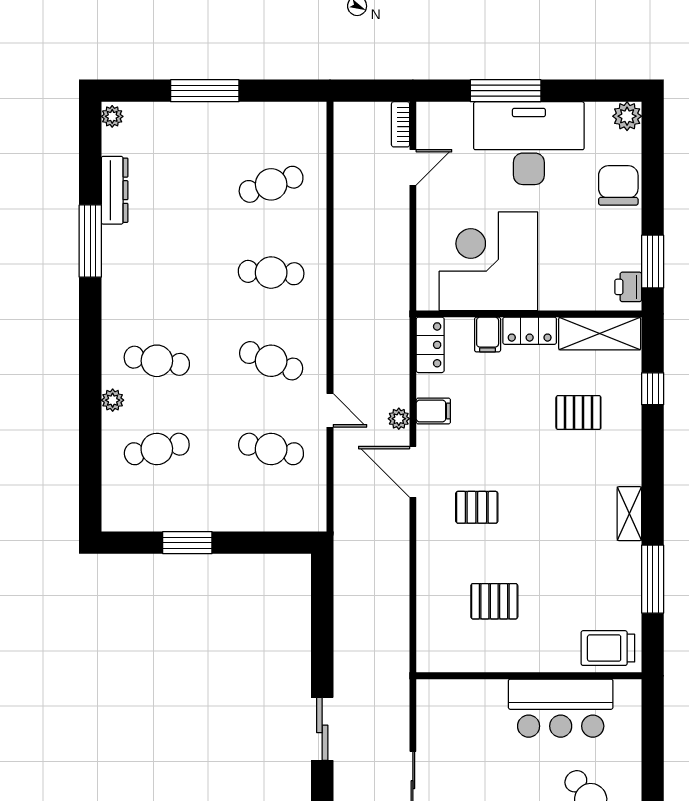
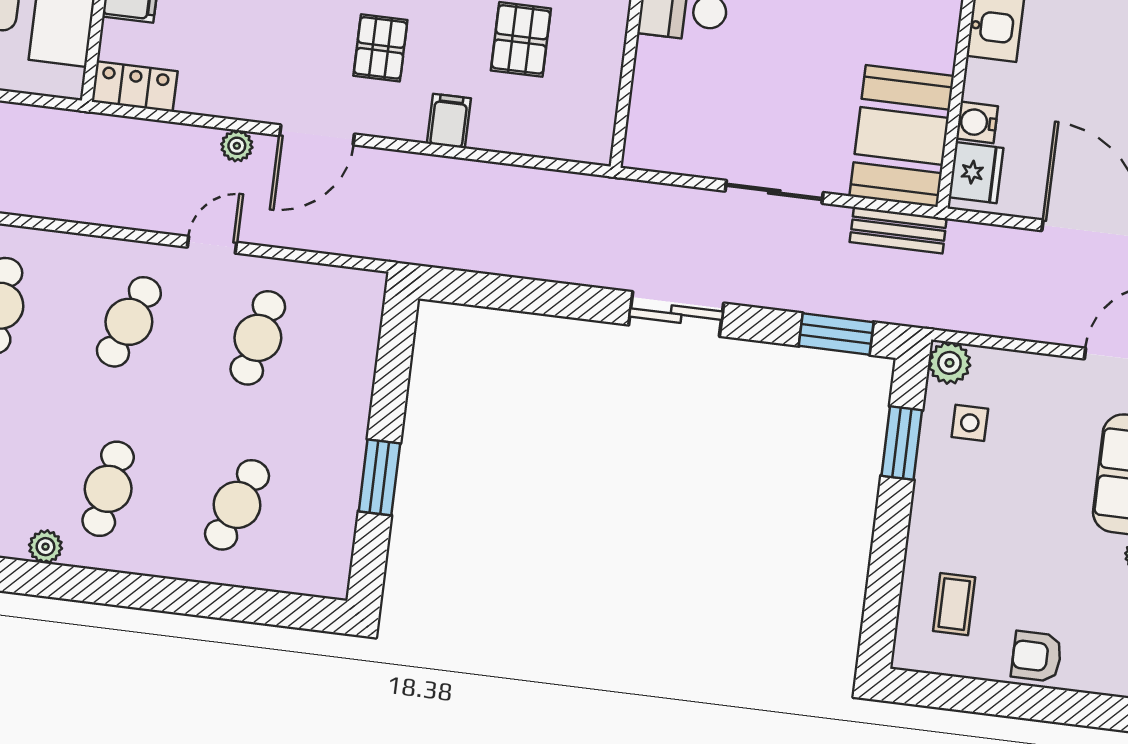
plant: (113, 400) -> (45, 547), moved
filing cabinet: (433, 411) -> (449, 121), moved
cafe table: (157, 449) -> (237, 505), turned 33

